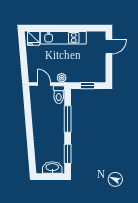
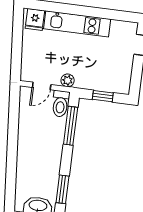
door: (44, 84) -> (42, 86), swing flipped
window: (68, 119) -> (71, 126), moved

